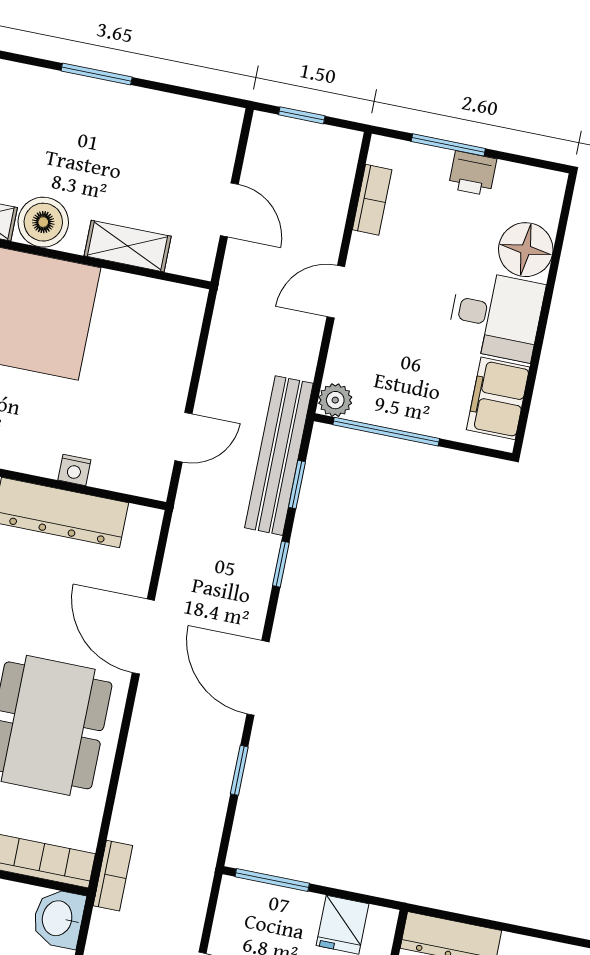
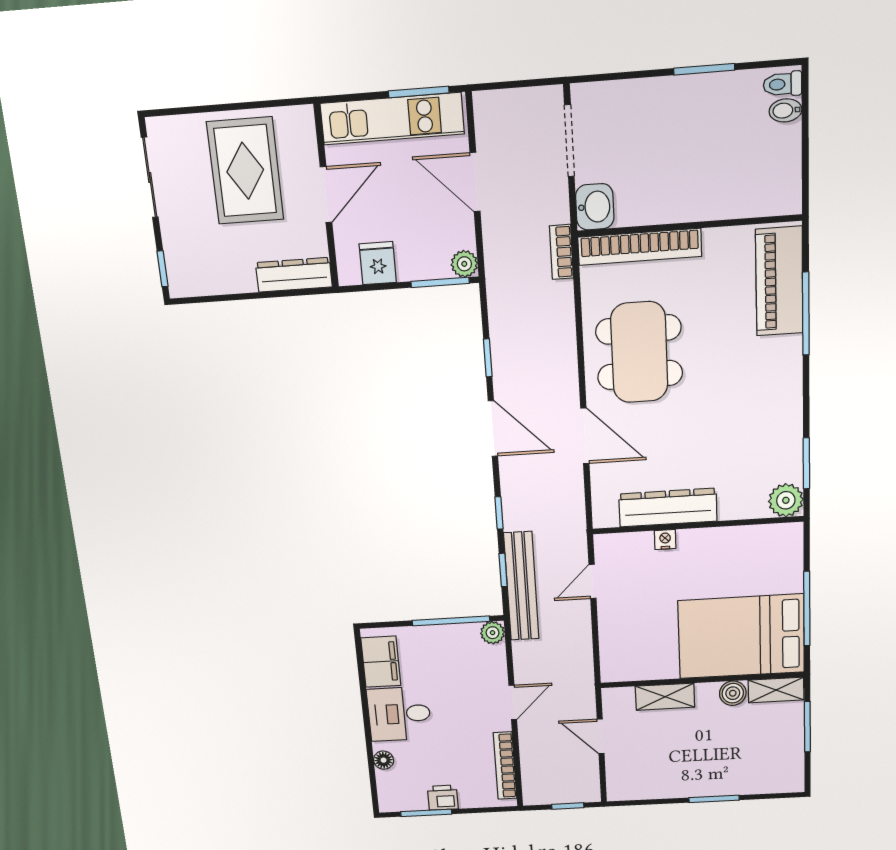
window: (448, 145) -> (426, 813), moved
bookcase: (372, 200) -> (505, 766), width x1.56
boiler: (43, 222) -> (733, 693), width x0.73, depth x0.73
floor lamp: (526, 250) -> (384, 760), width x0.53, depth x0.53
plant: (236, 894) -> (464, 264), added

